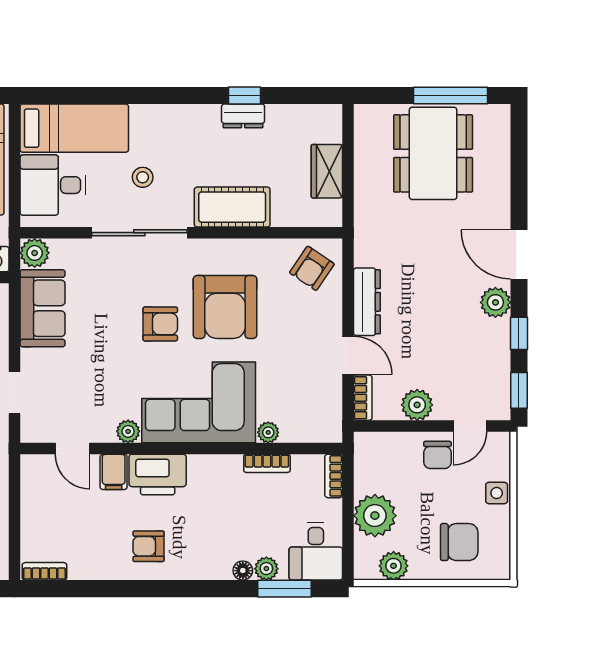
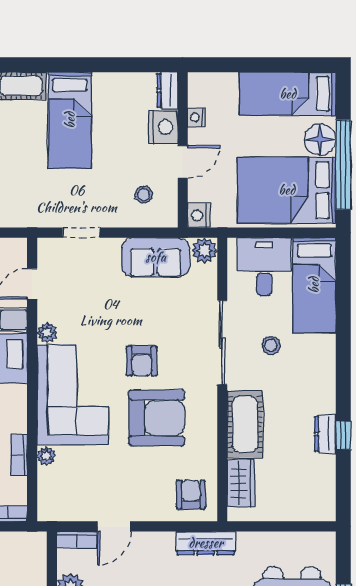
wardrobe: (327, 171) -> (241, 483), moved, turned 90
armchair: (312, 268) -> (191, 495), turned 56
dresser: (367, 302) -> (206, 543), moved
armchair: (225, 307) -> (157, 418), turned 180

